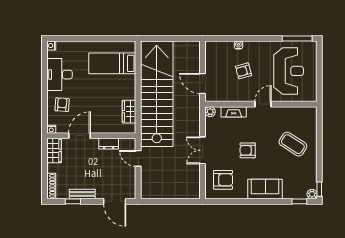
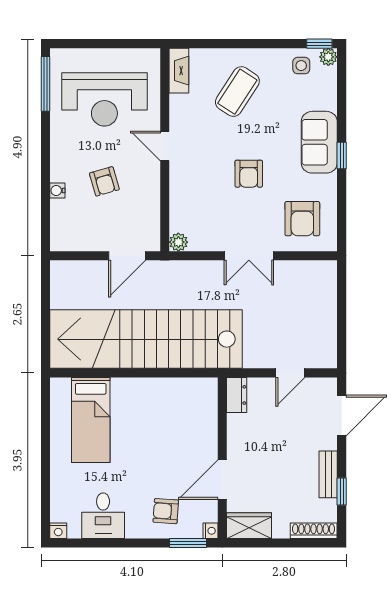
reception desk: (289, 71) -> (104, 99), turned 180
desk: (60, 75) -> (103, 516), width x0.73
wardrobe: (129, 112) -> (178, 389), removed
fireplace: (234, 112) -> (179, 71), moved
window: (45, 117) -> (188, 543), added
door: (79, 136) -> (222, 480), hinge flipped
dresser: (109, 144) -> (237, 395), moved
door: (138, 158) -> (290, 373), moved
side table: (307, 179) -> (301, 66), added
armchair: (223, 180) -> (302, 219), turned 180
window: (299, 201) -> (342, 155), moved

